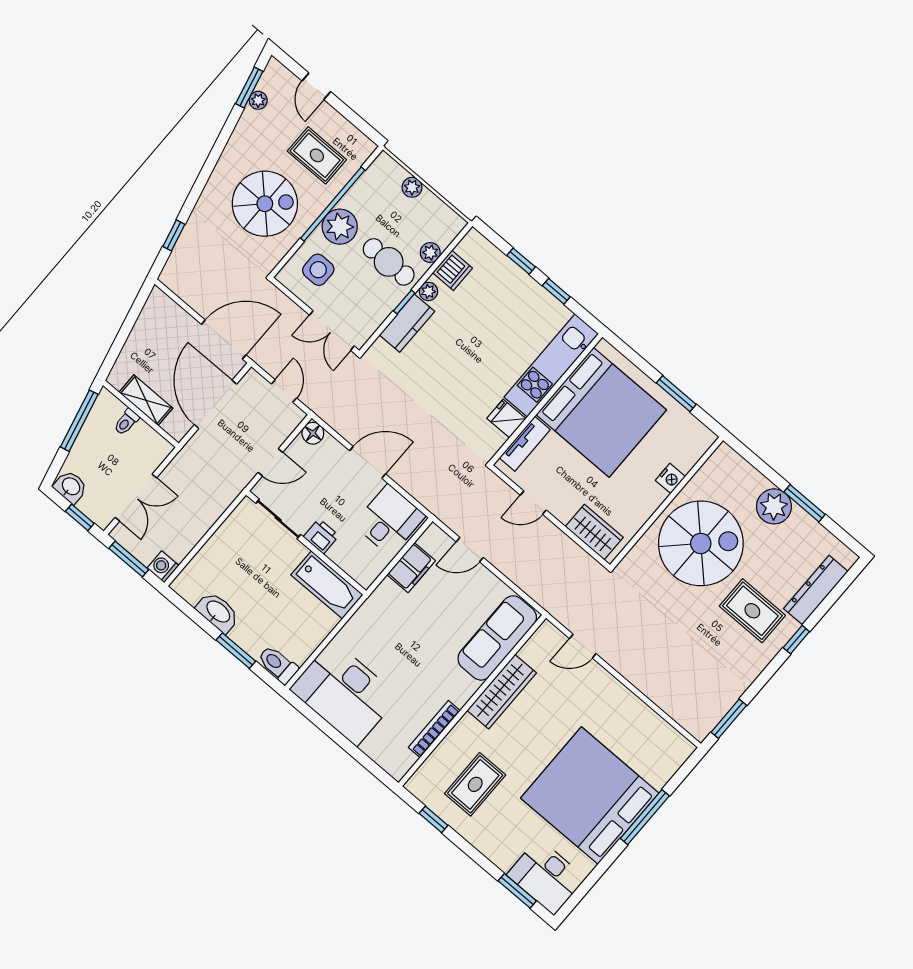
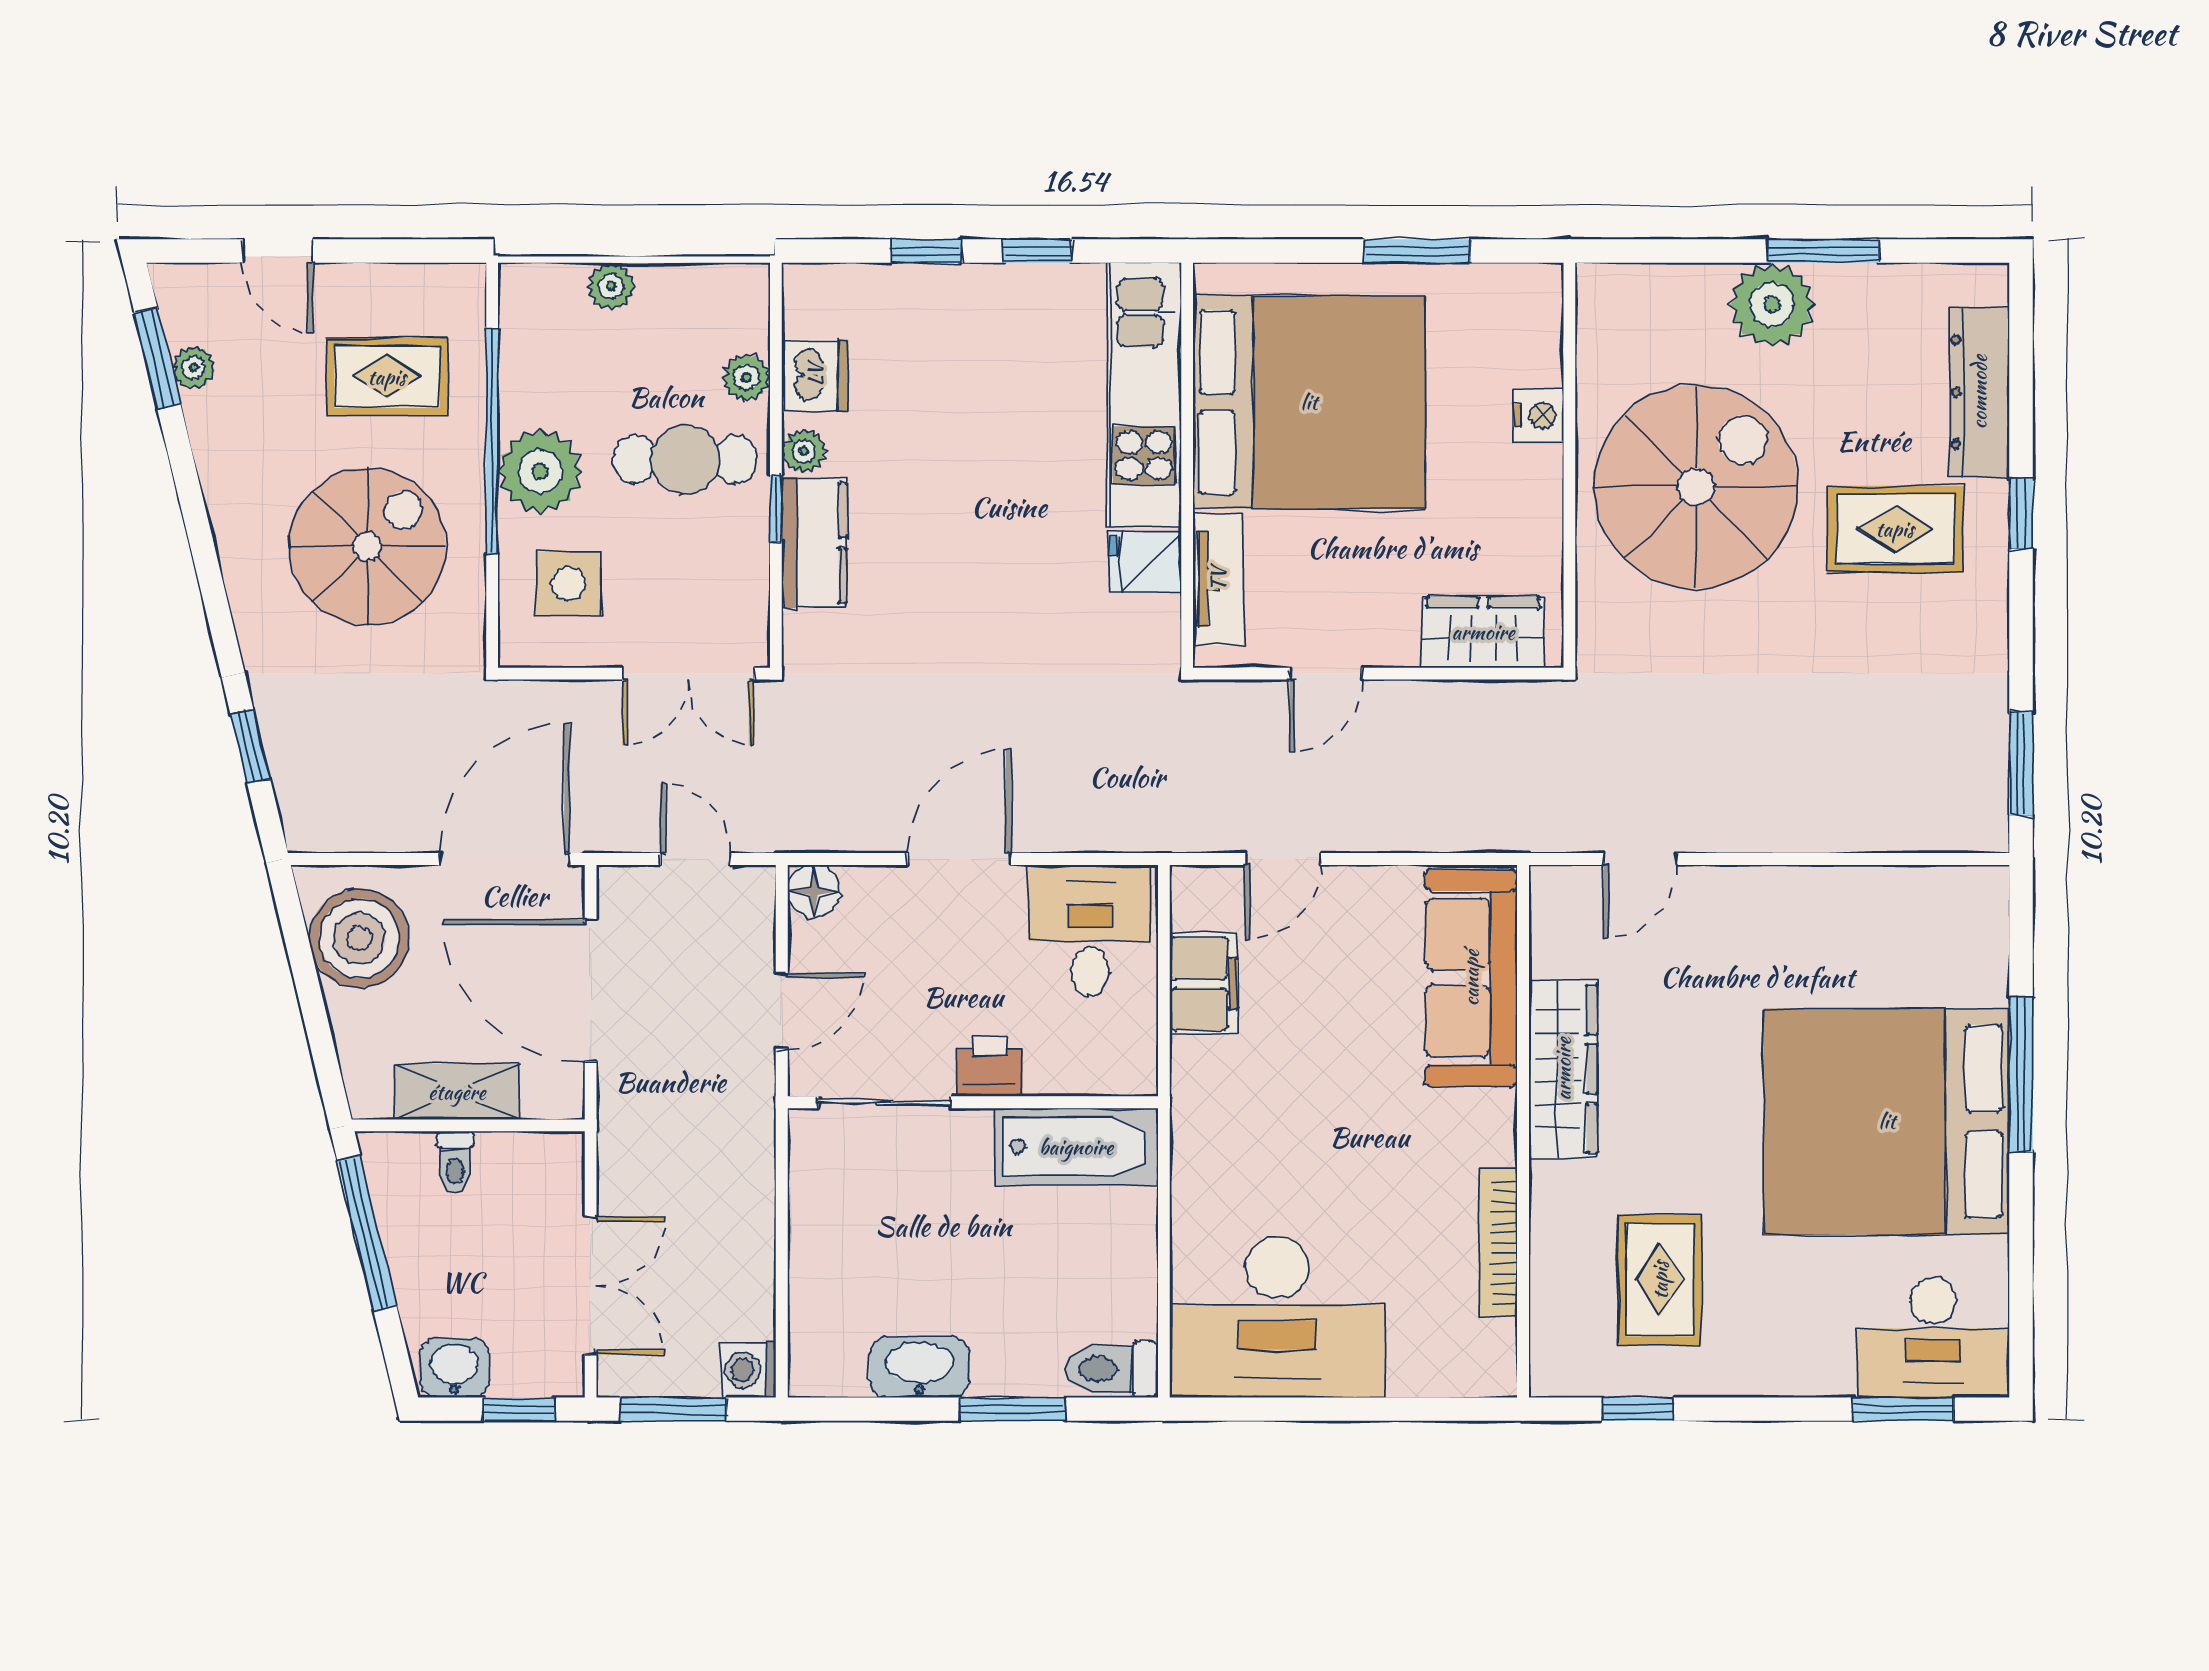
boiler: (156, 325) -> (359, 938), added

